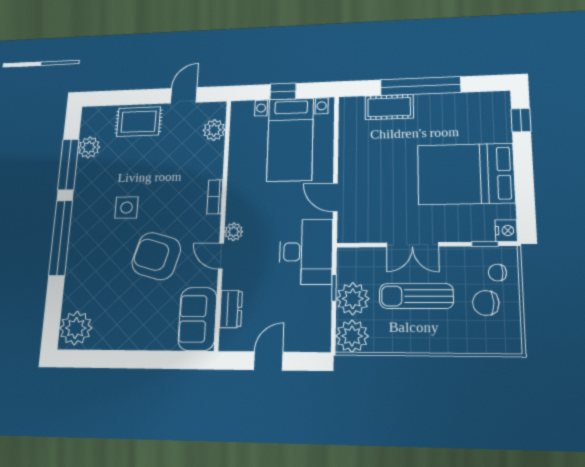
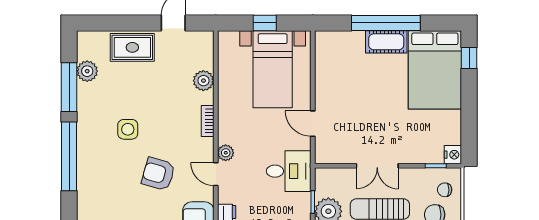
cot: (389, 107) -> (386, 42), moved
plant: (214, 130) -> (203, 81), moved
bed: (466, 174) -> (435, 70), moved, turned -90
desk: (306, 252) -> (289, 171), width x0.73
armchair: (156, 256) -> (158, 174), width x0.73, depth x0.73

